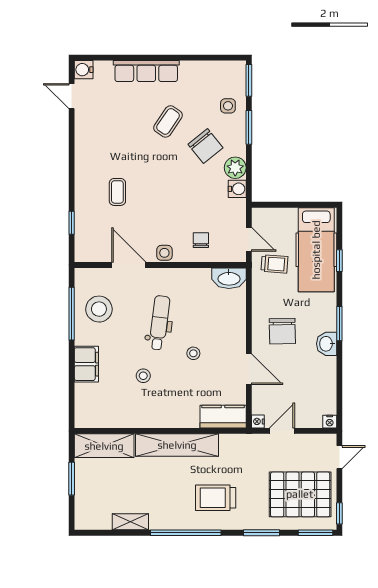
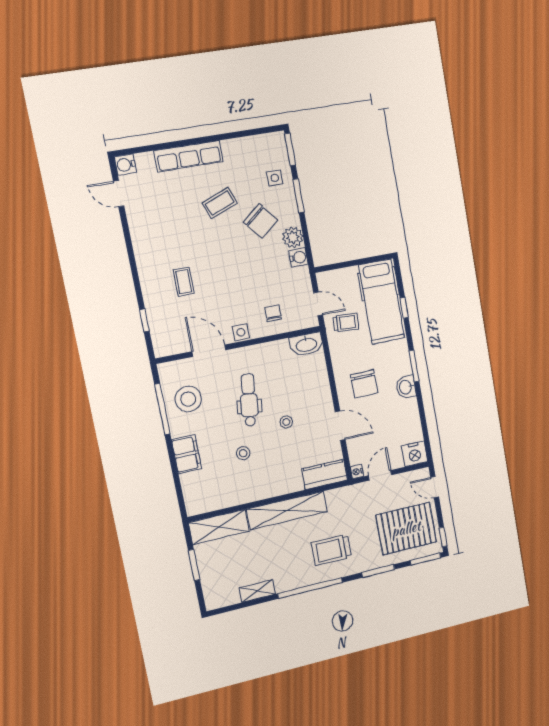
coffee table: (168, 121) -> (220, 203), turned 35
nightstand: (330, 422) -> (415, 454), width x1.89, depth x1.79
door: (339, 457) -> (435, 487), swing flipped

